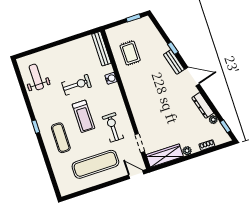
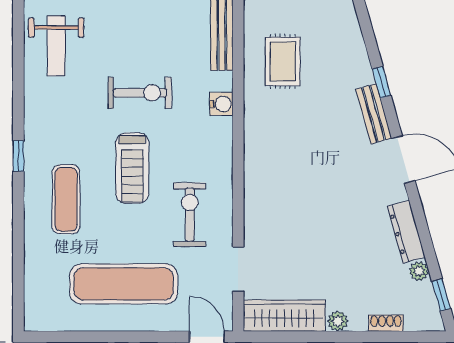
weight bench: (36, 77) -> (56, 46), turned 180

